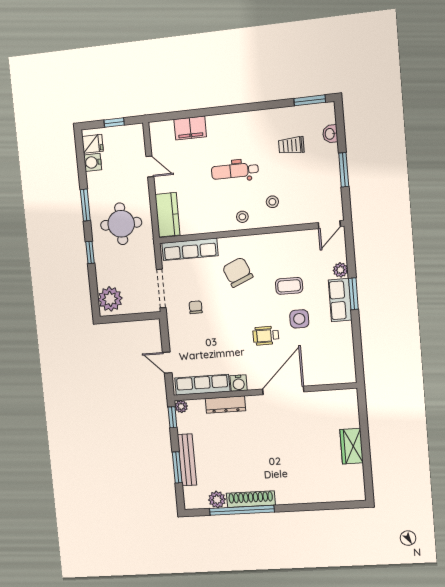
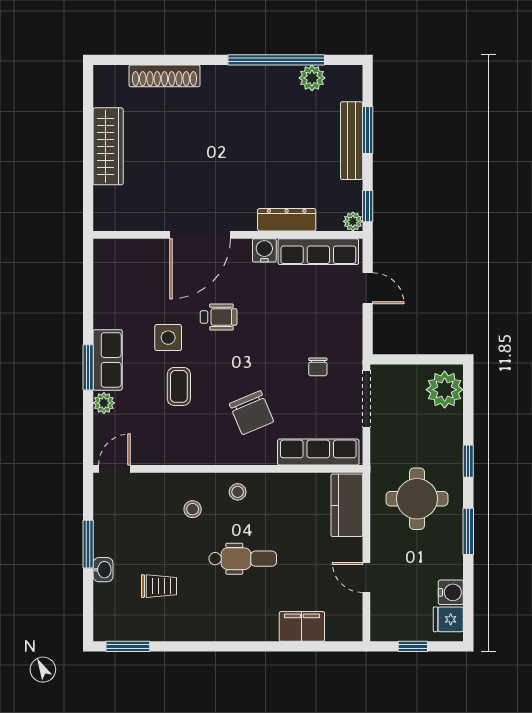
washbasin: (330, 134) -> (103, 570), moved
coffee table: (289, 286) -> (179, 386), turned 90
wardrobe: (352, 446) -> (108, 146), width x1.50
shoe rack: (251, 499) -> (164, 76), moved

